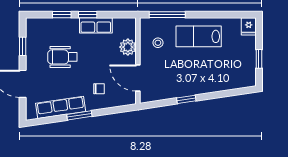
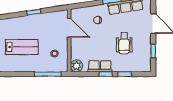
lab bench: (199, 36) -> (22, 47), moved
plant: (128, 47) -> (76, 66), moved
wheelchair: (62, 57) -> (124, 43), turned 90

